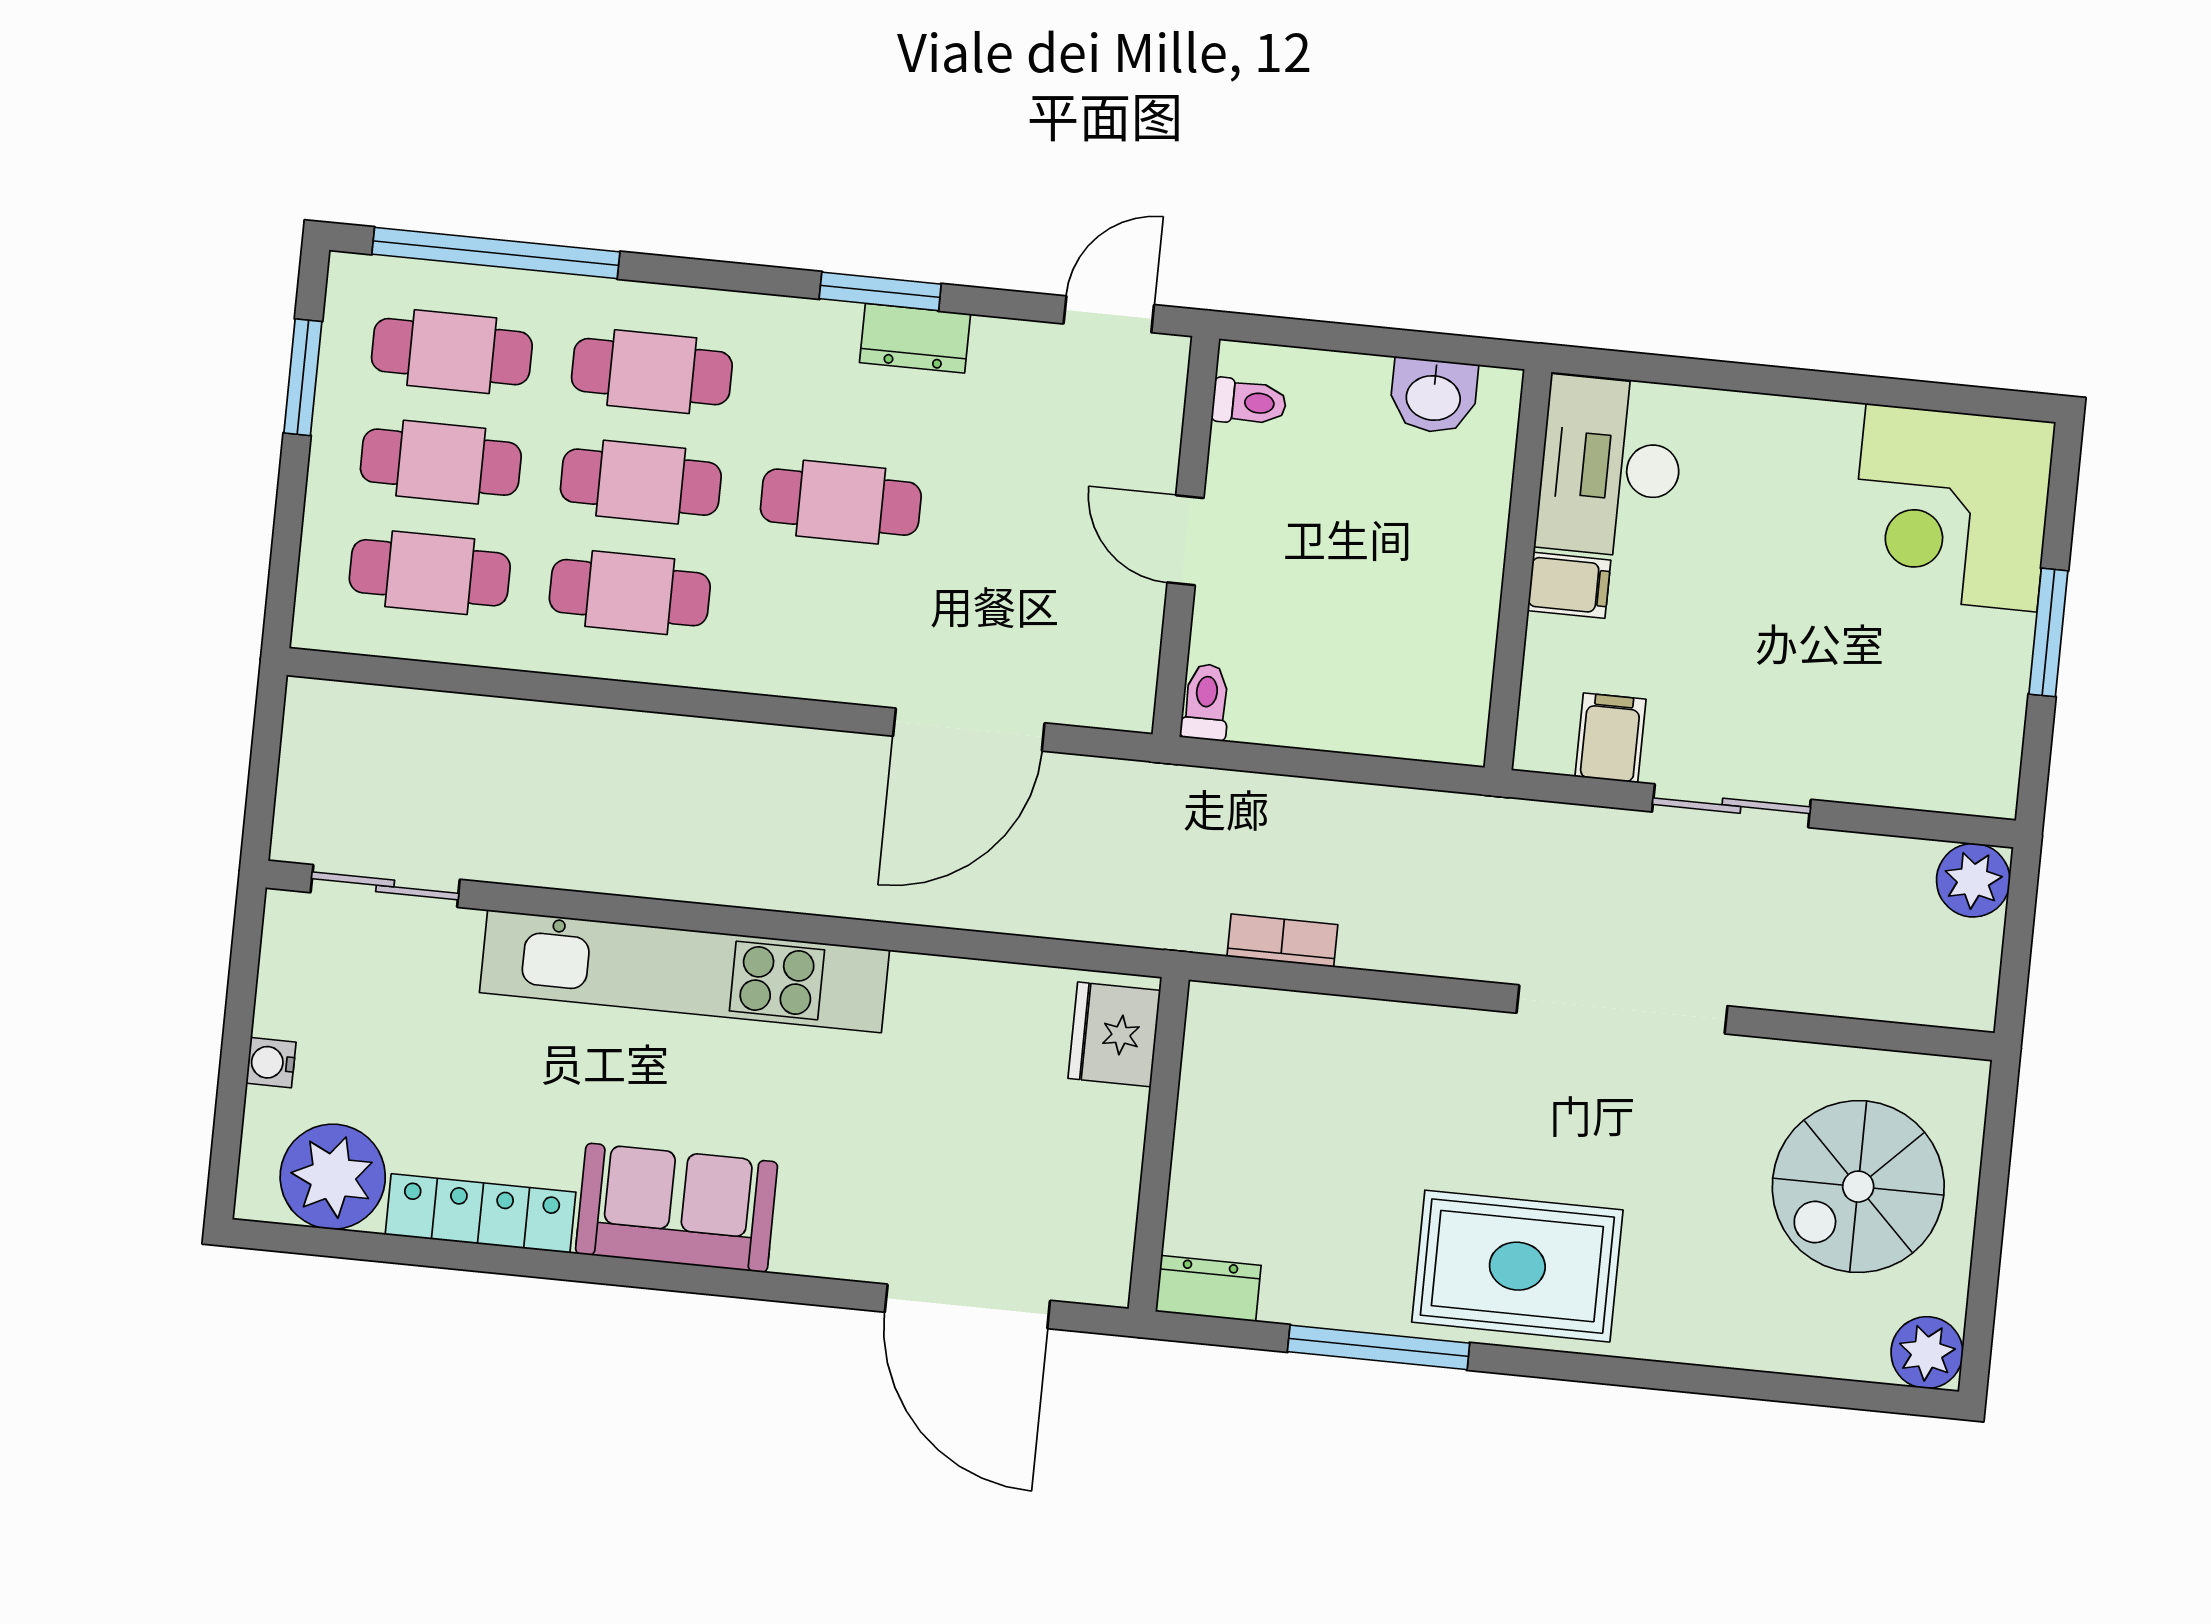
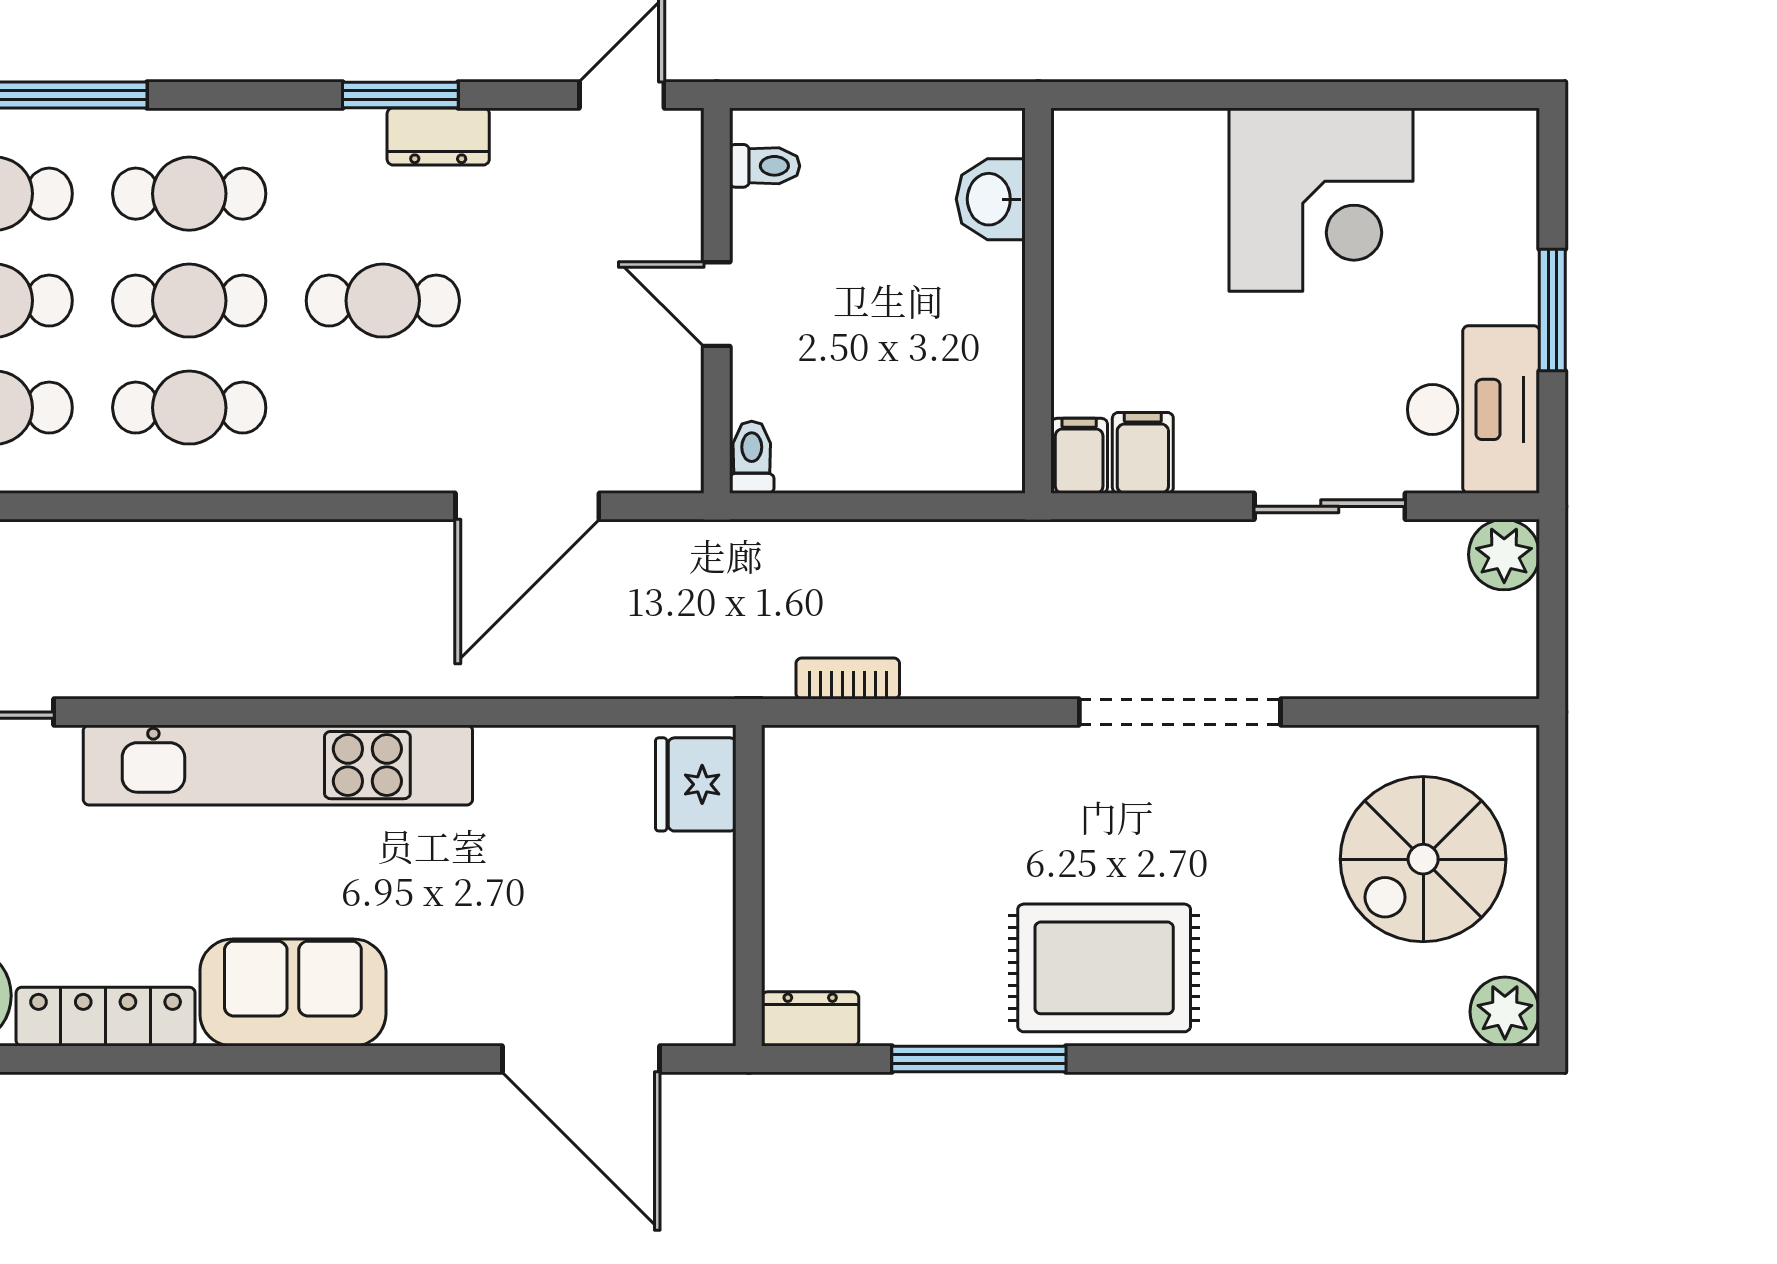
washbasin: (1433, 396) -> (991, 199), moved, turned 90
desk: (1610, 467) -> (1473, 409), moved, turned 180
corner desk: (1952, 508) -> (1321, 200), moved, turned -90
filing cabinet: (1569, 585) -> (1079, 456), moved, turned -90
sliding door: (1731, 806) -> (1330, 506), moved

